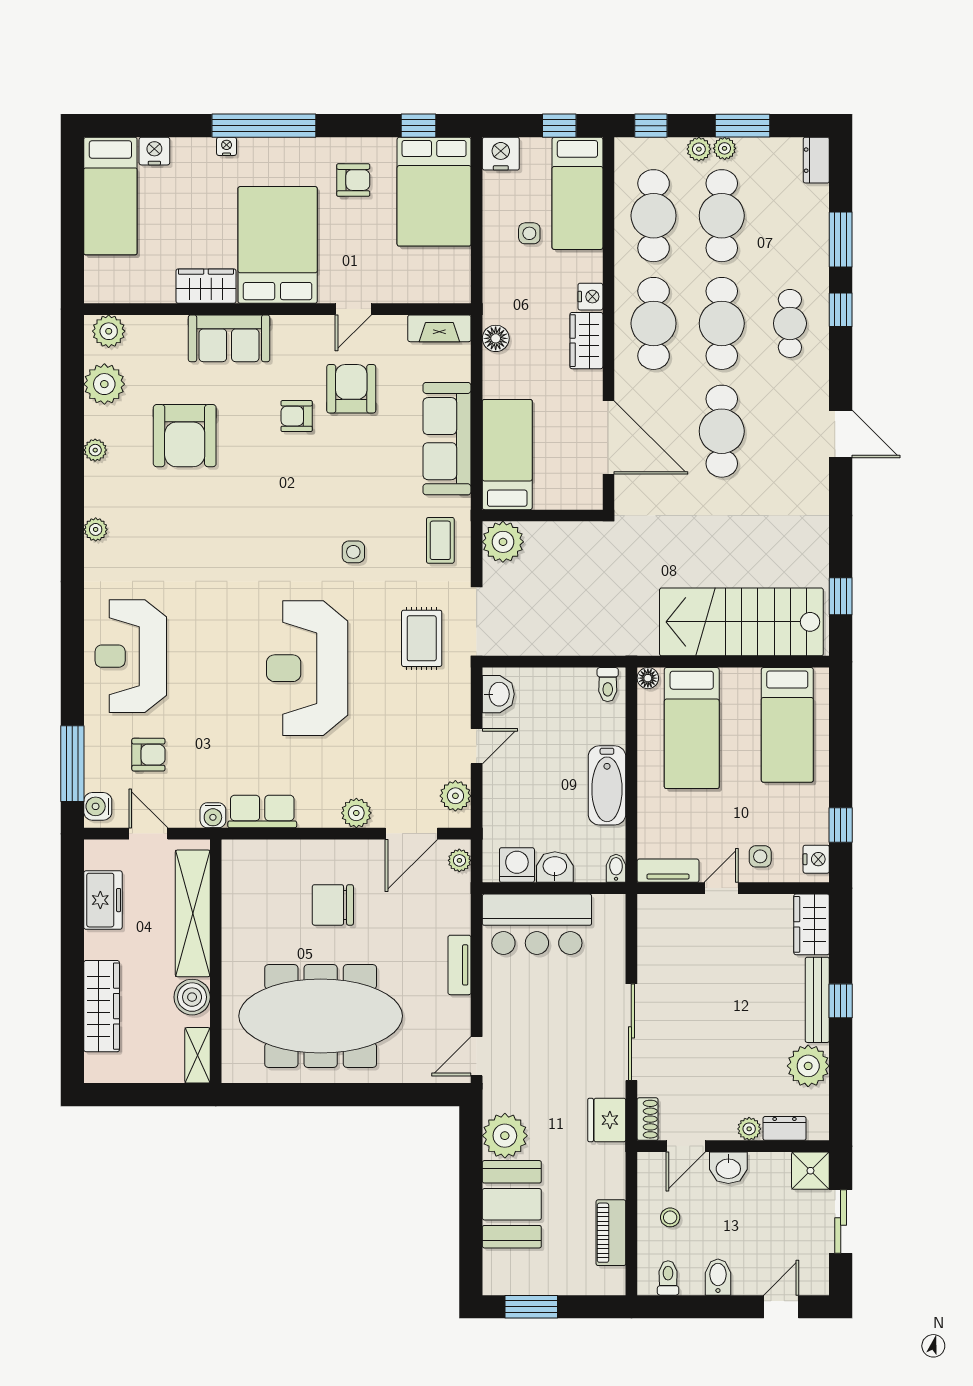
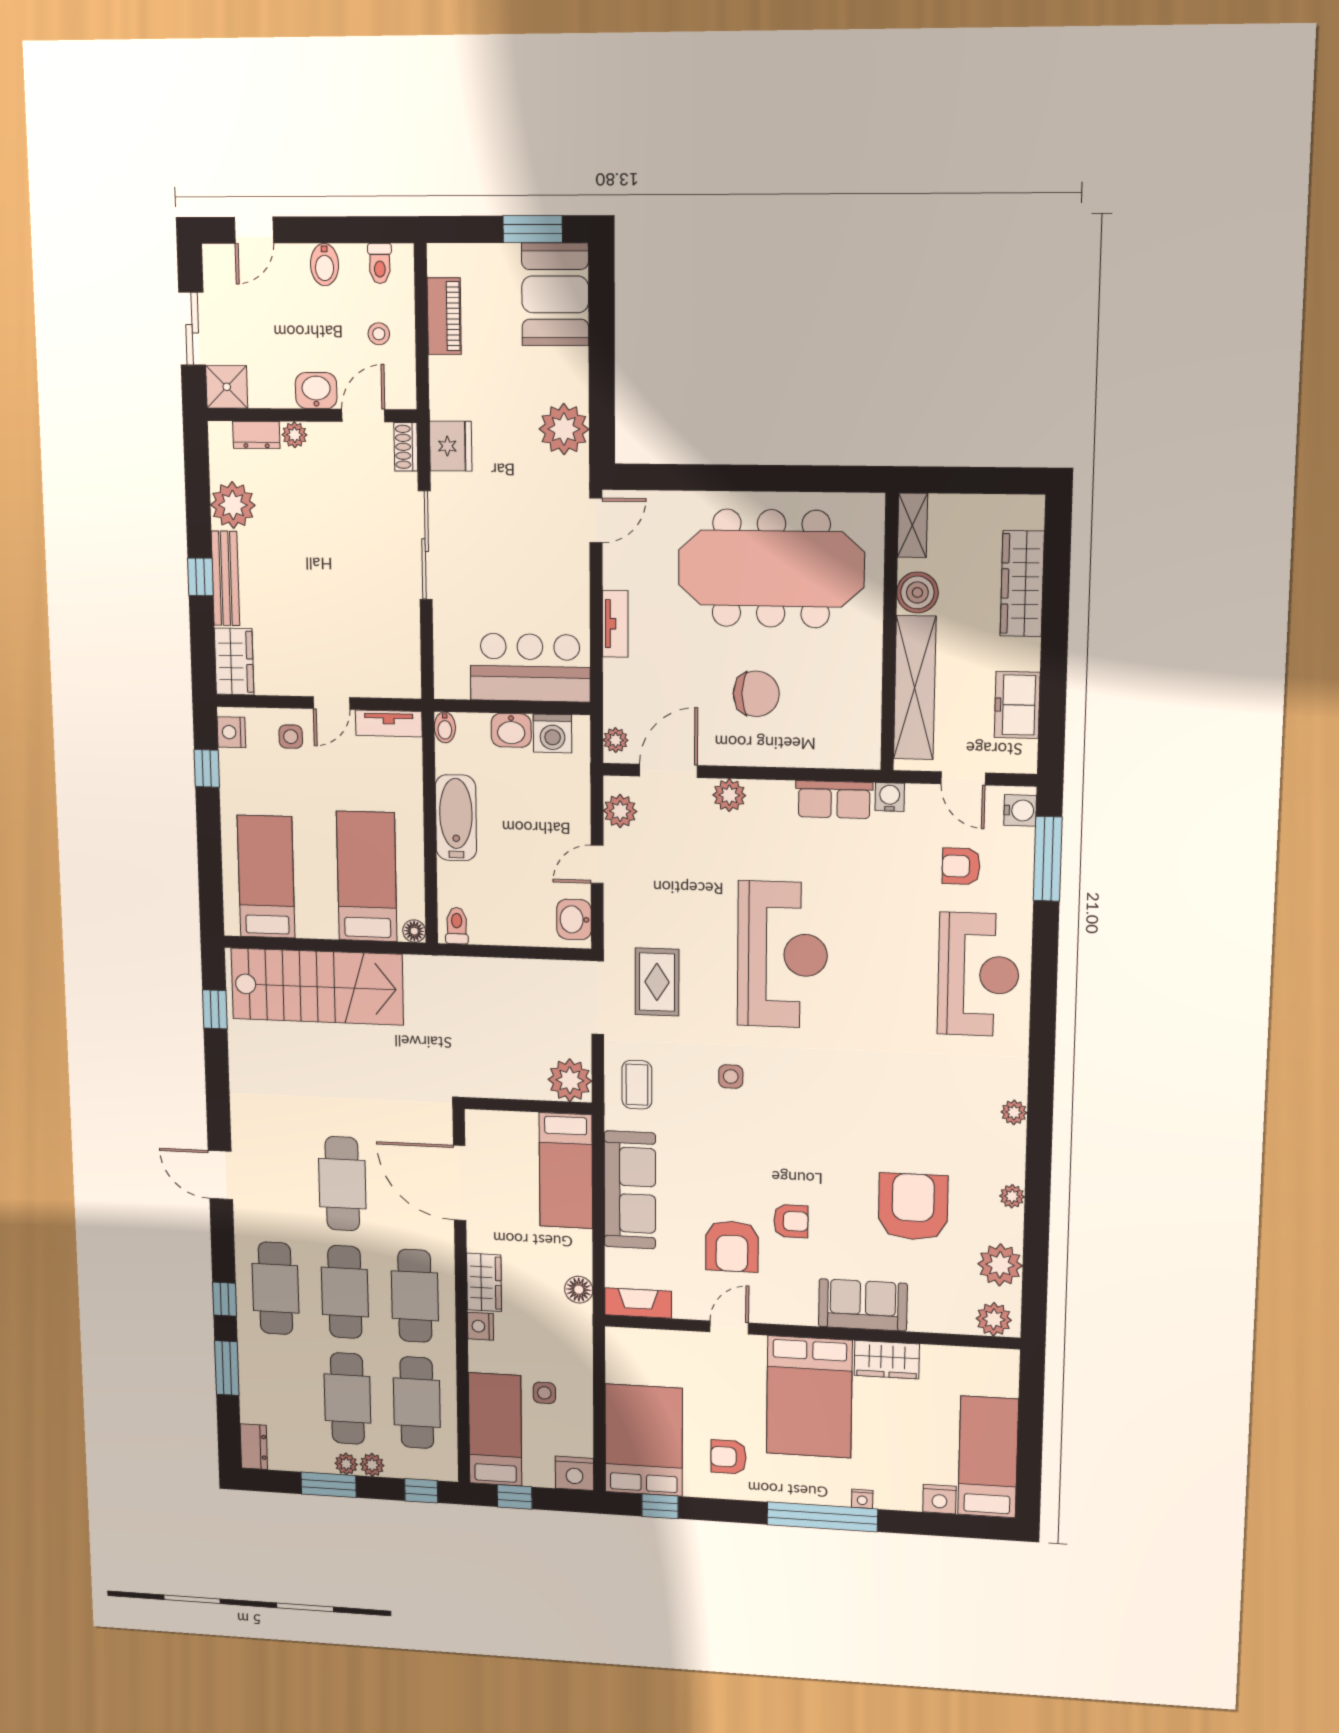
cafe table: (790, 323) -> (275, 1288), width x1.37, depth x1.35
booth: (512, 1204) -> (555, 294), moved

